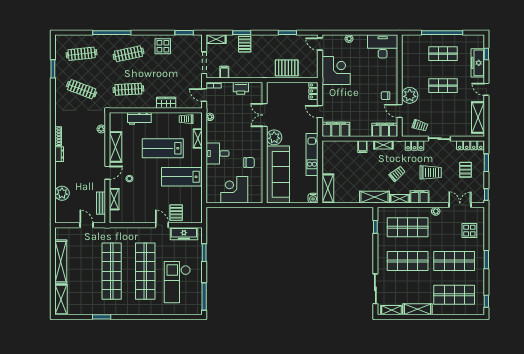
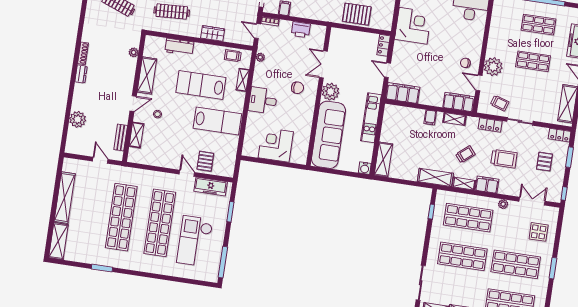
locker: (470, 145) -> (560, 135), width x0.66
chair: (249, 163) -> (297, 88), moved
lab bench: (181, 177) -> (217, 121), turned 180

